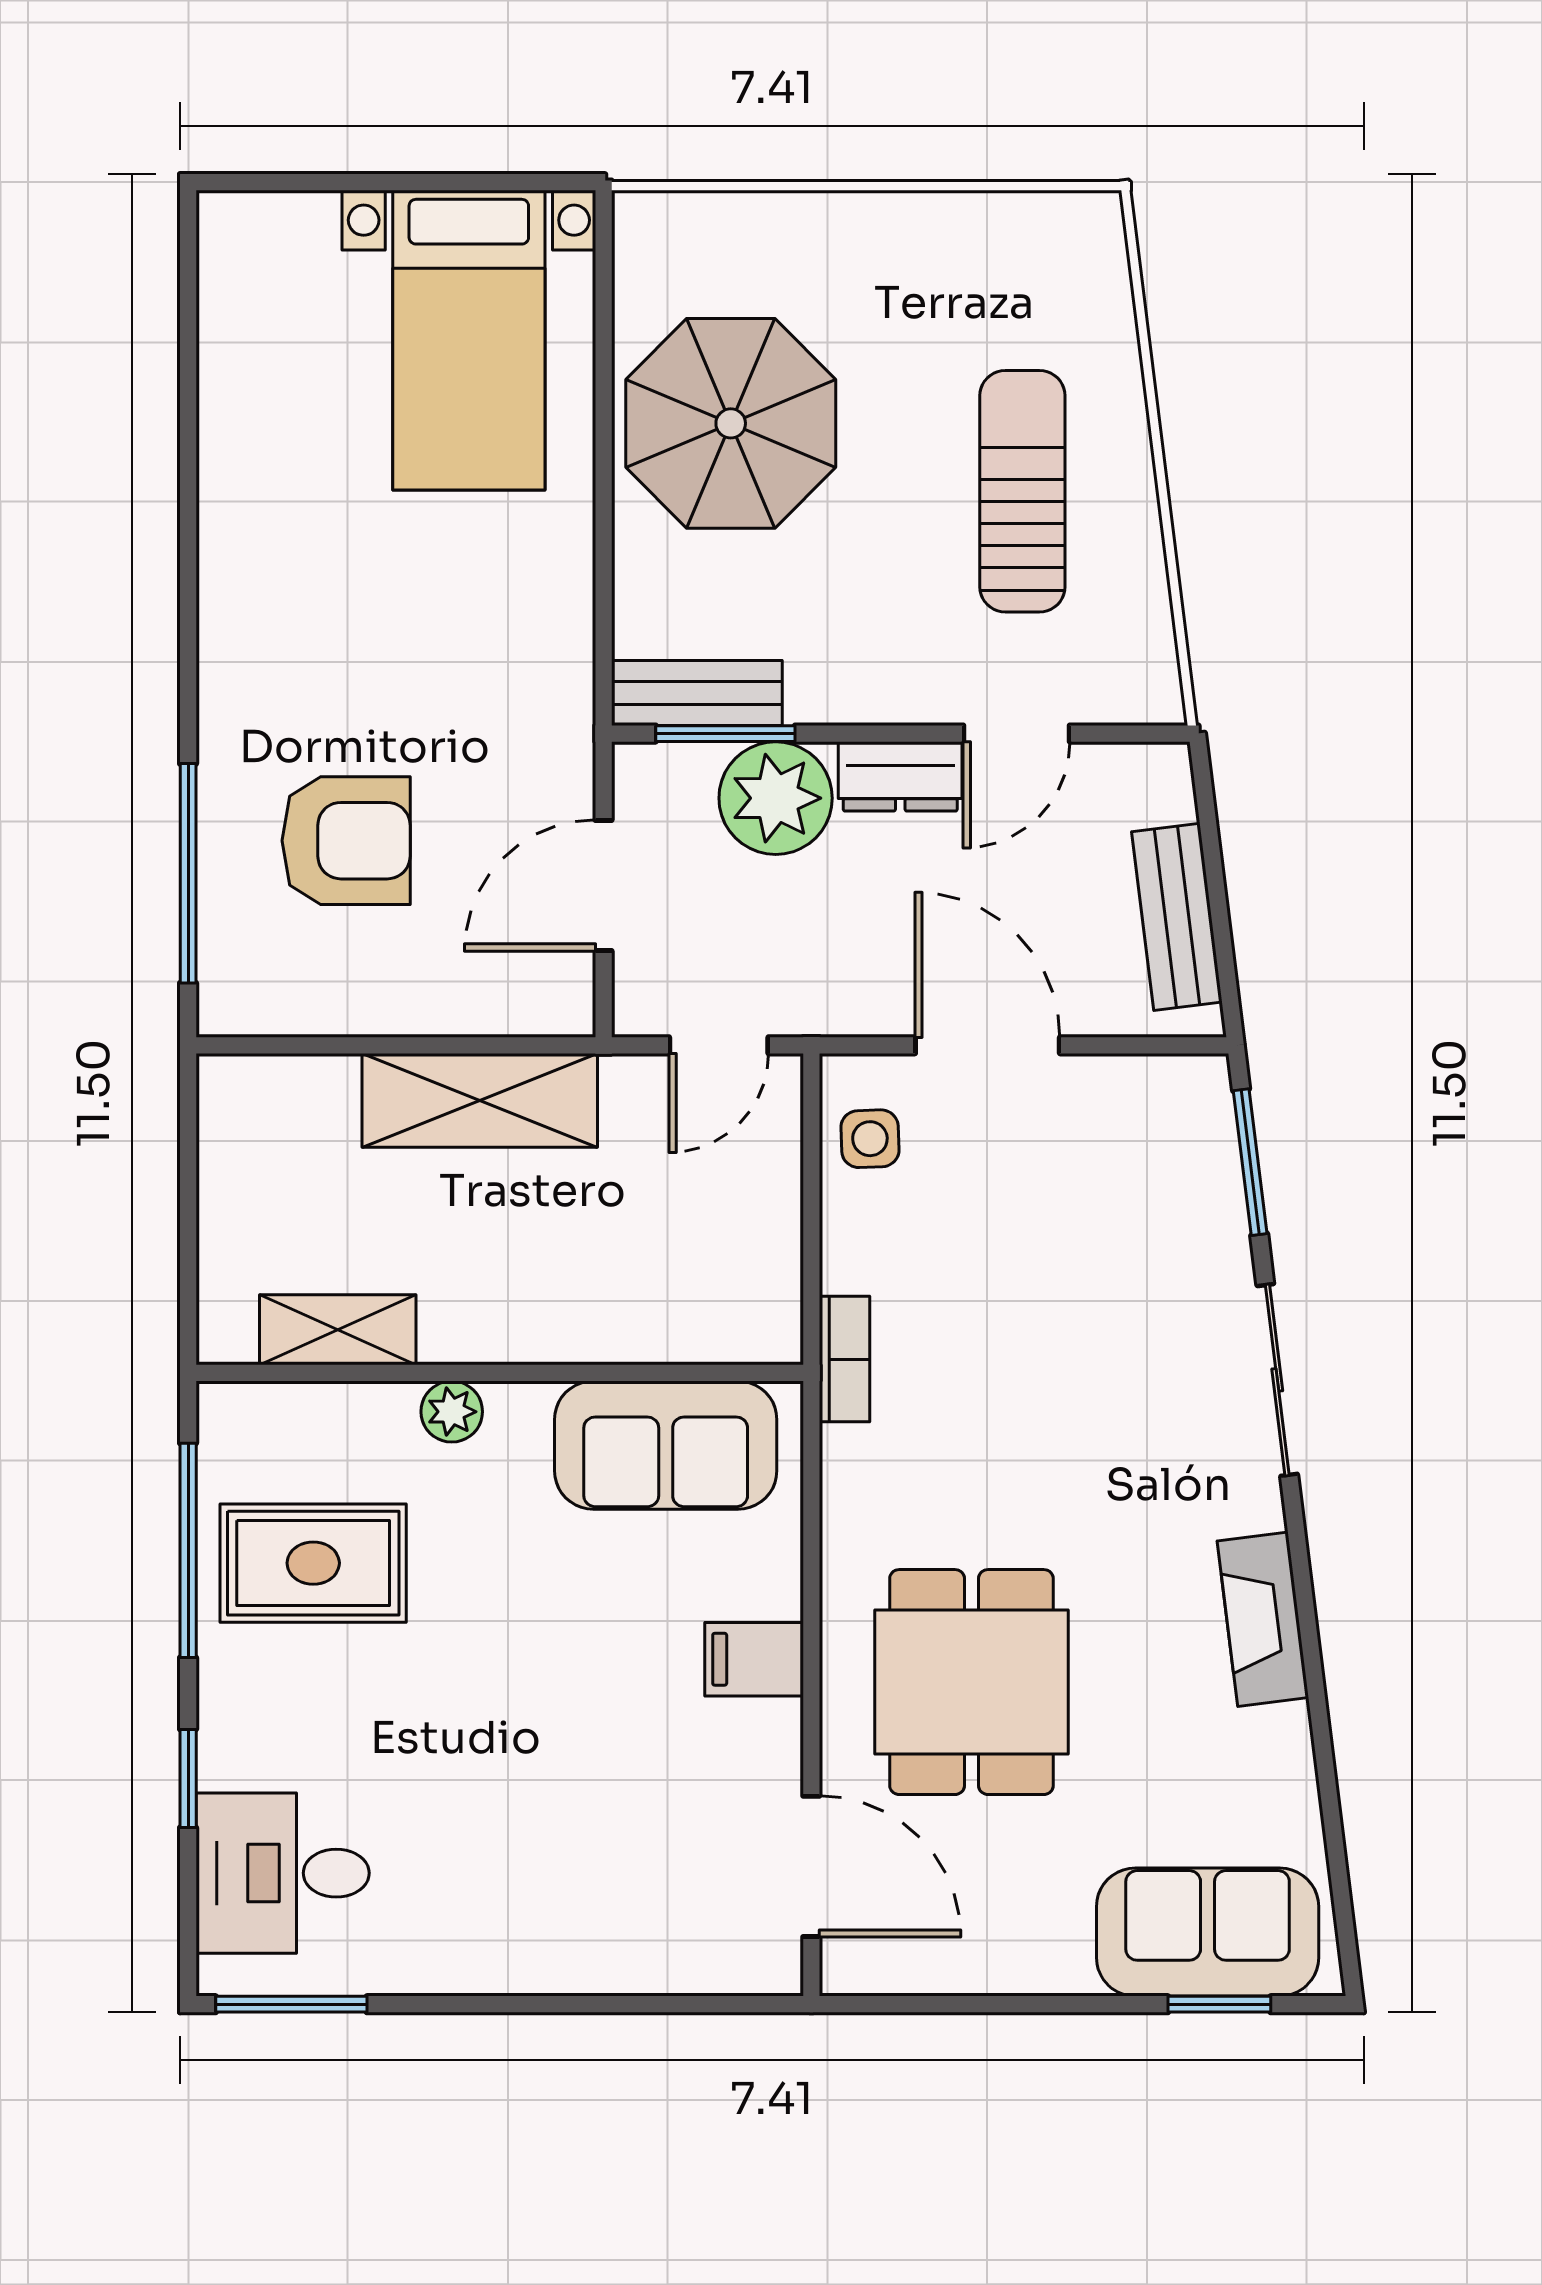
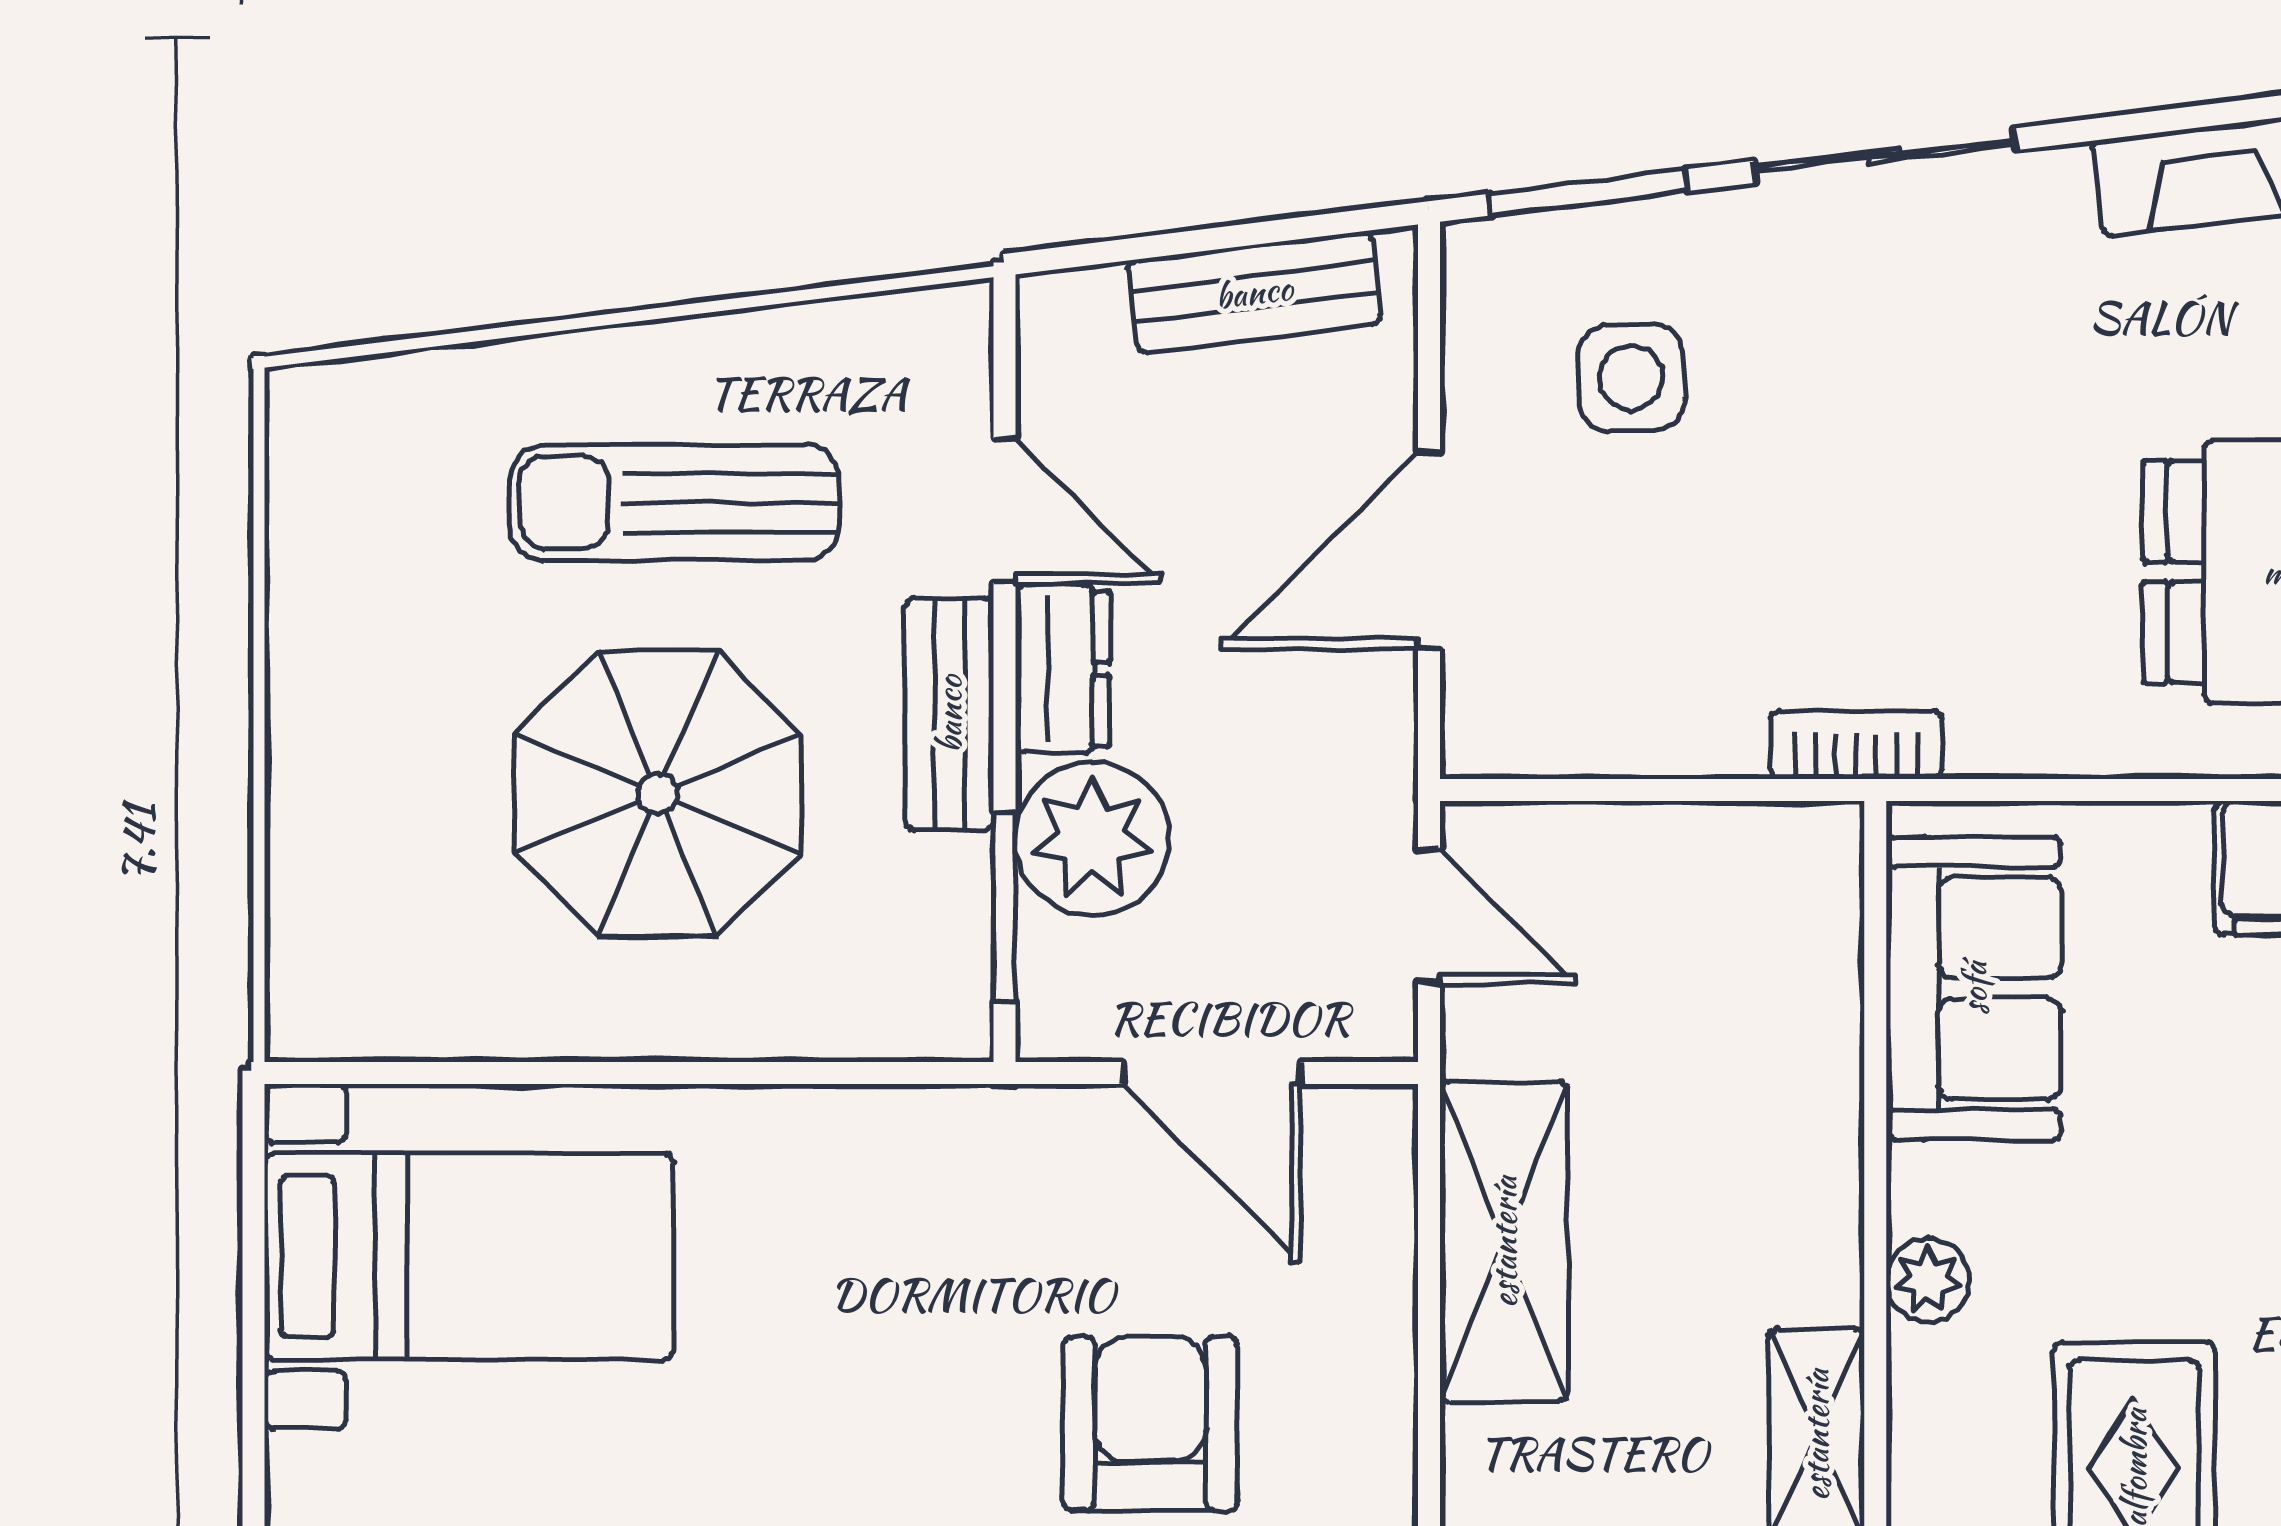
parasol: (731, 423) -> (658, 794), moved
bench: (697, 693) -> (949, 714), moved
side table: (870, 1139) -> (1631, 378), moved, width x1.37, depth x1.37

